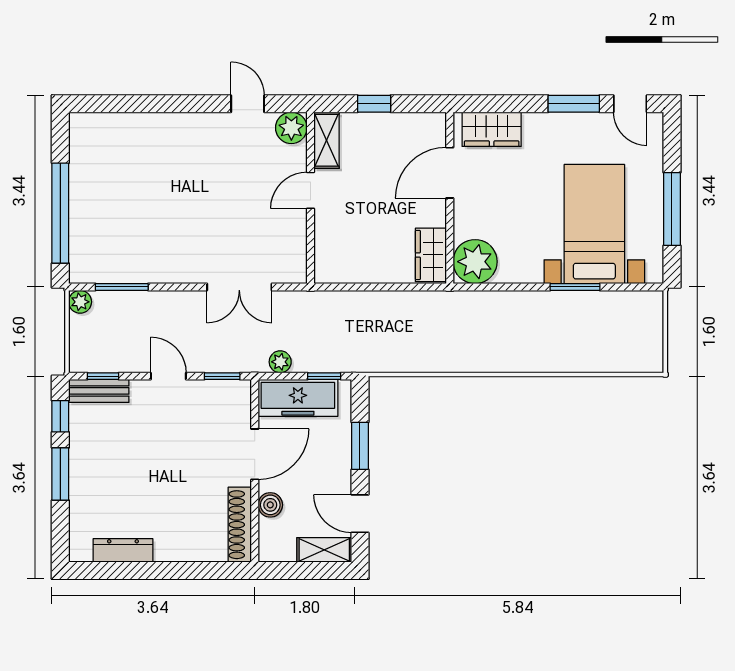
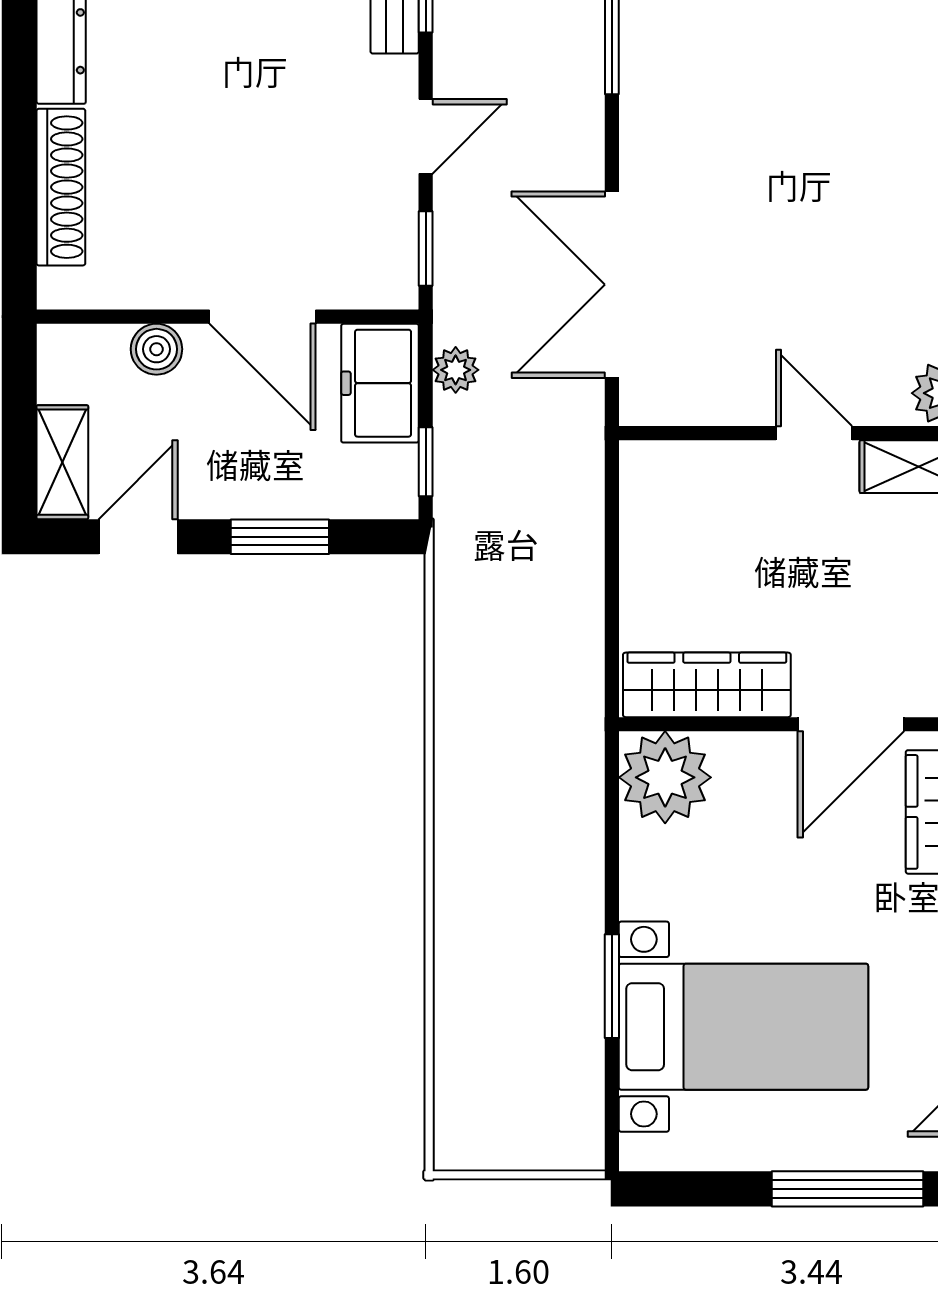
door: (450, 173) -> (851, 724), swing flipped
window: (672, 209) -> (848, 1189), moved
wardrobe: (431, 255) -> (707, 685), width x1.50
double door: (239, 287) -> (612, 285), width x1.37
freezer: (298, 398) -> (380, 383), width x0.71
shoe rack: (240, 525) -> (61, 187), moved, turned 90

